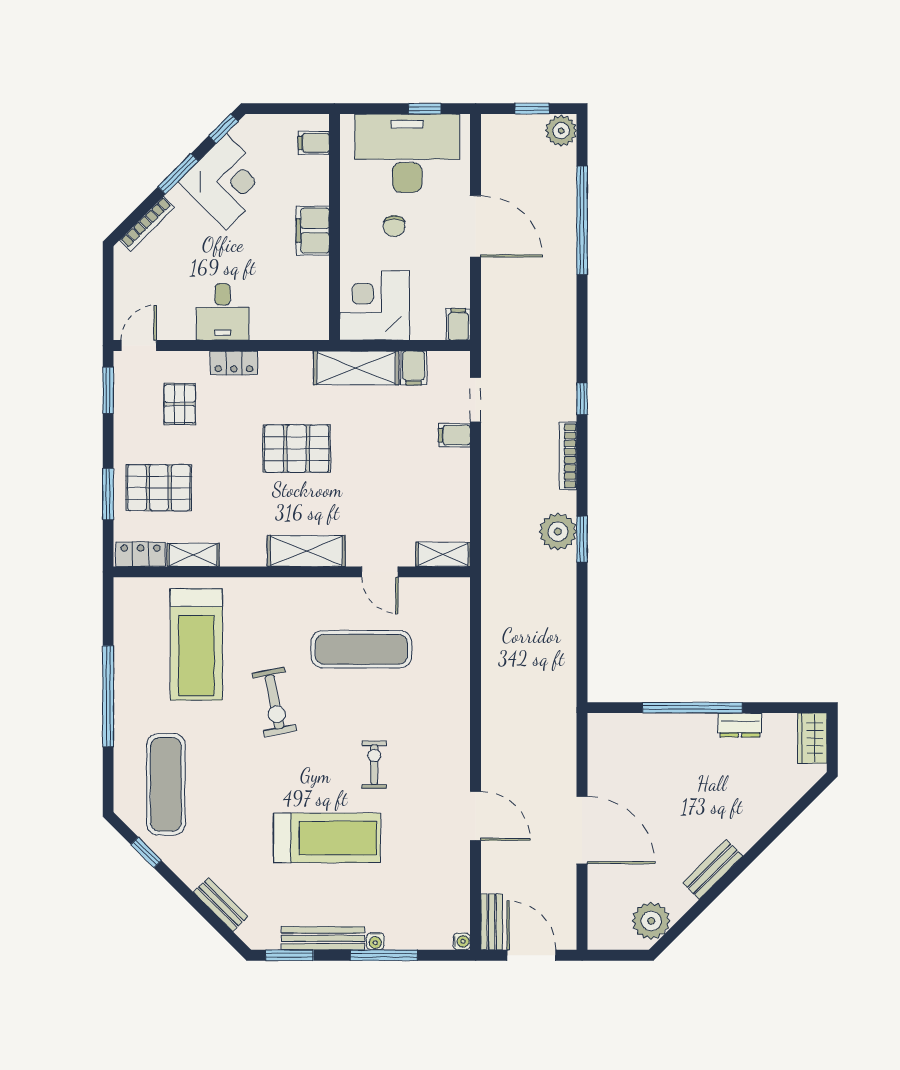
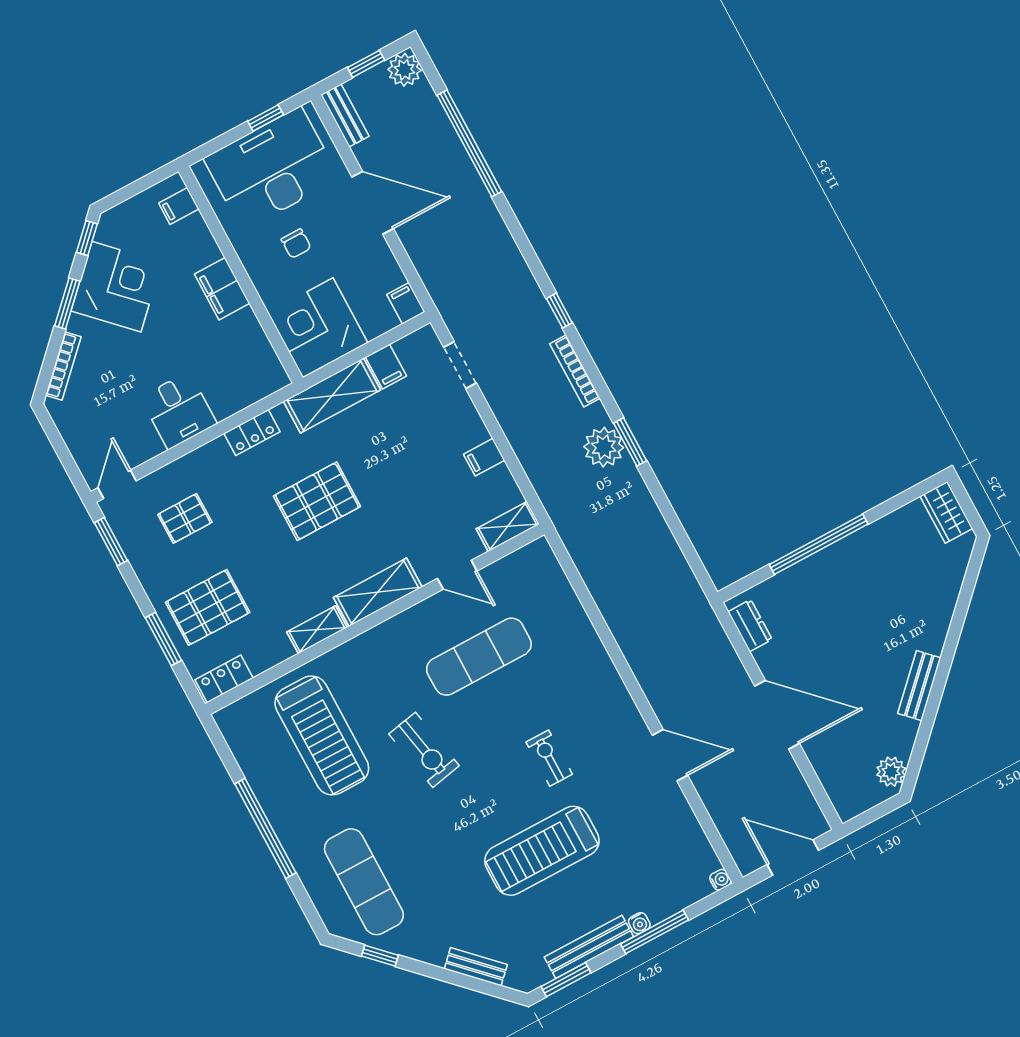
locker: (234, 363) -> (252, 433), moved
pallet: (180, 404) -> (185, 518), turned 90
filing cabinet: (454, 435) -> (484, 457), moved
shelving: (193, 555) -> (317, 630), moved
dresser: (740, 725) -> (750, 626), moved, turned -90
treadmill: (327, 838) -> (542, 851), turned 180
plant: (651, 921) -> (891, 772), width x0.73, depth x0.73
bench: (492, 922) -> (345, 115), moved

